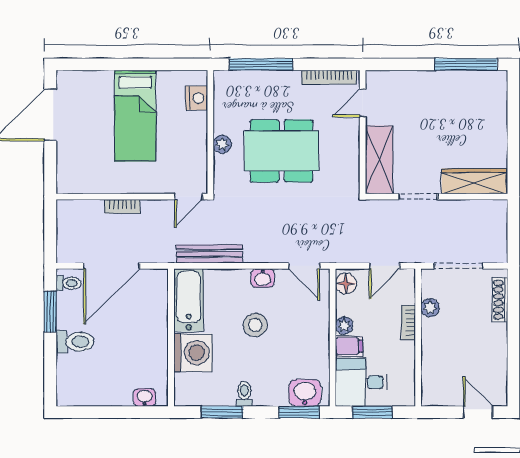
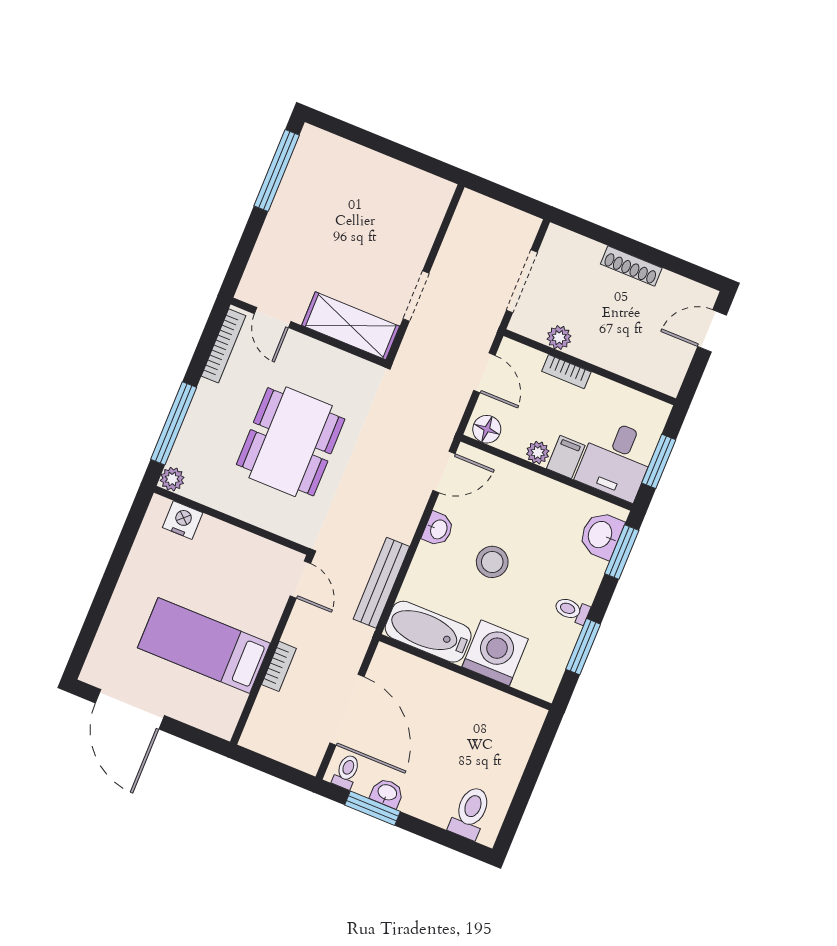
bed: (135, 116) -> (204, 645), moved, turned 180
plant: (222, 144) -> (172, 479), moved
wardrobe: (474, 181) -> (425, 220), removed
shoe rack: (500, 300) -> (631, 266), moved
toilet: (75, 342) -> (470, 813), moved
washbasin: (145, 397) -> (387, 793), moved, turned 90

